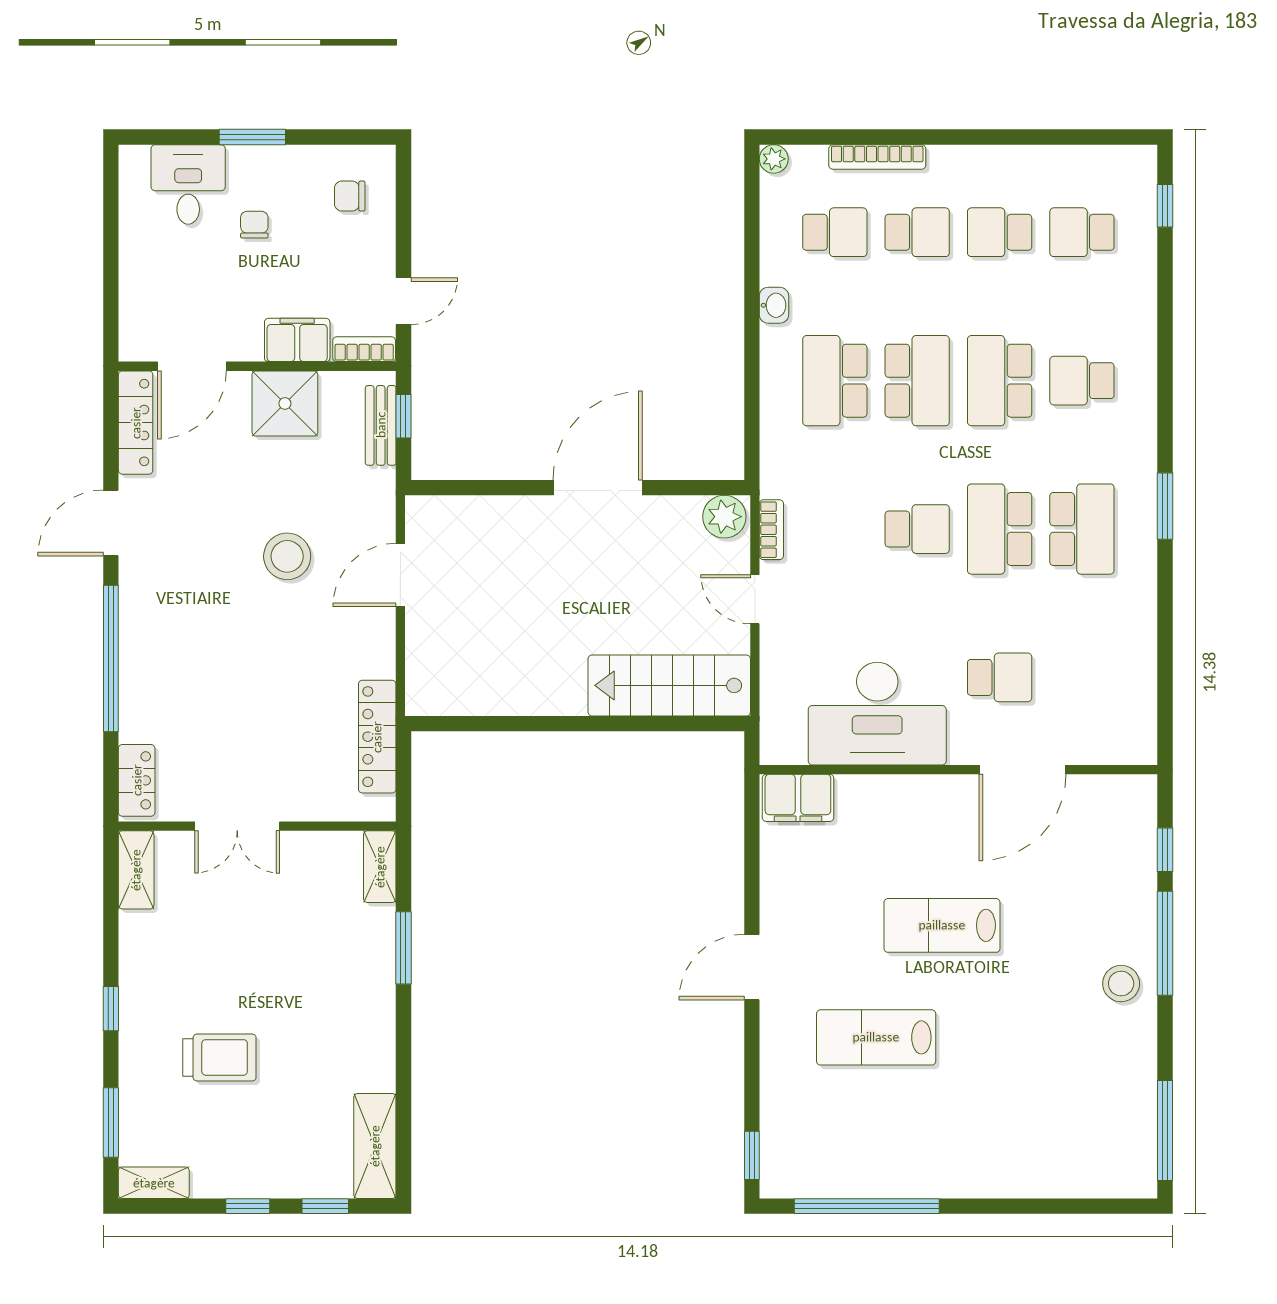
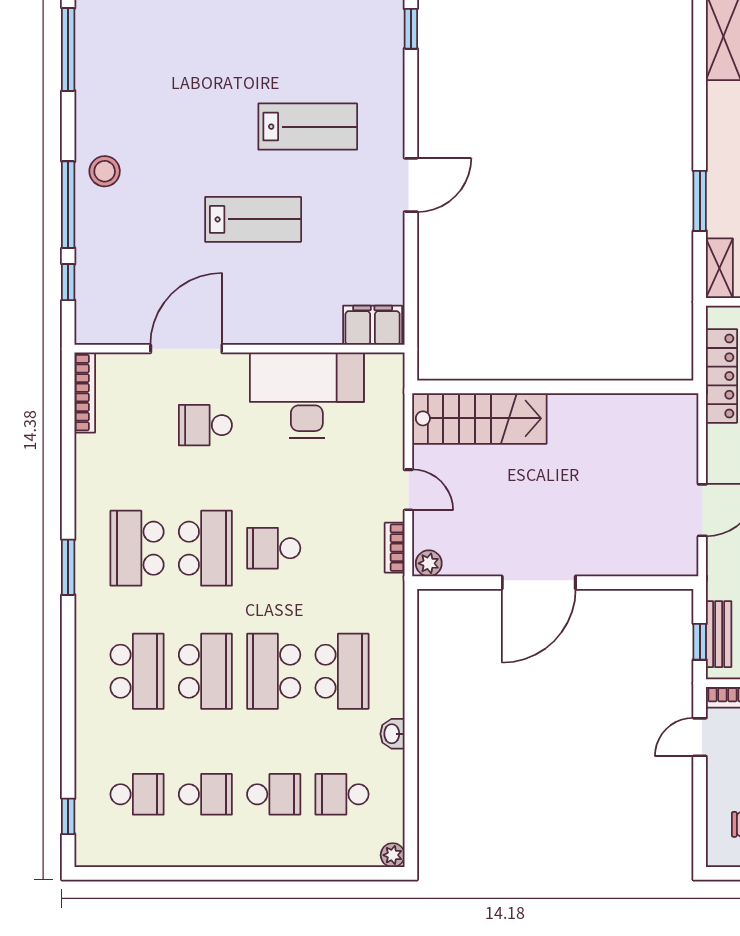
bookcase: (877, 157) -> (85, 393), moved, turned 90
school desk: (917, 232) -> (274, 794), turned 180
school desk: (1082, 381) -> (137, 671), width x1.85
plant: (724, 517) -> (429, 563), width x0.73, depth x0.73

